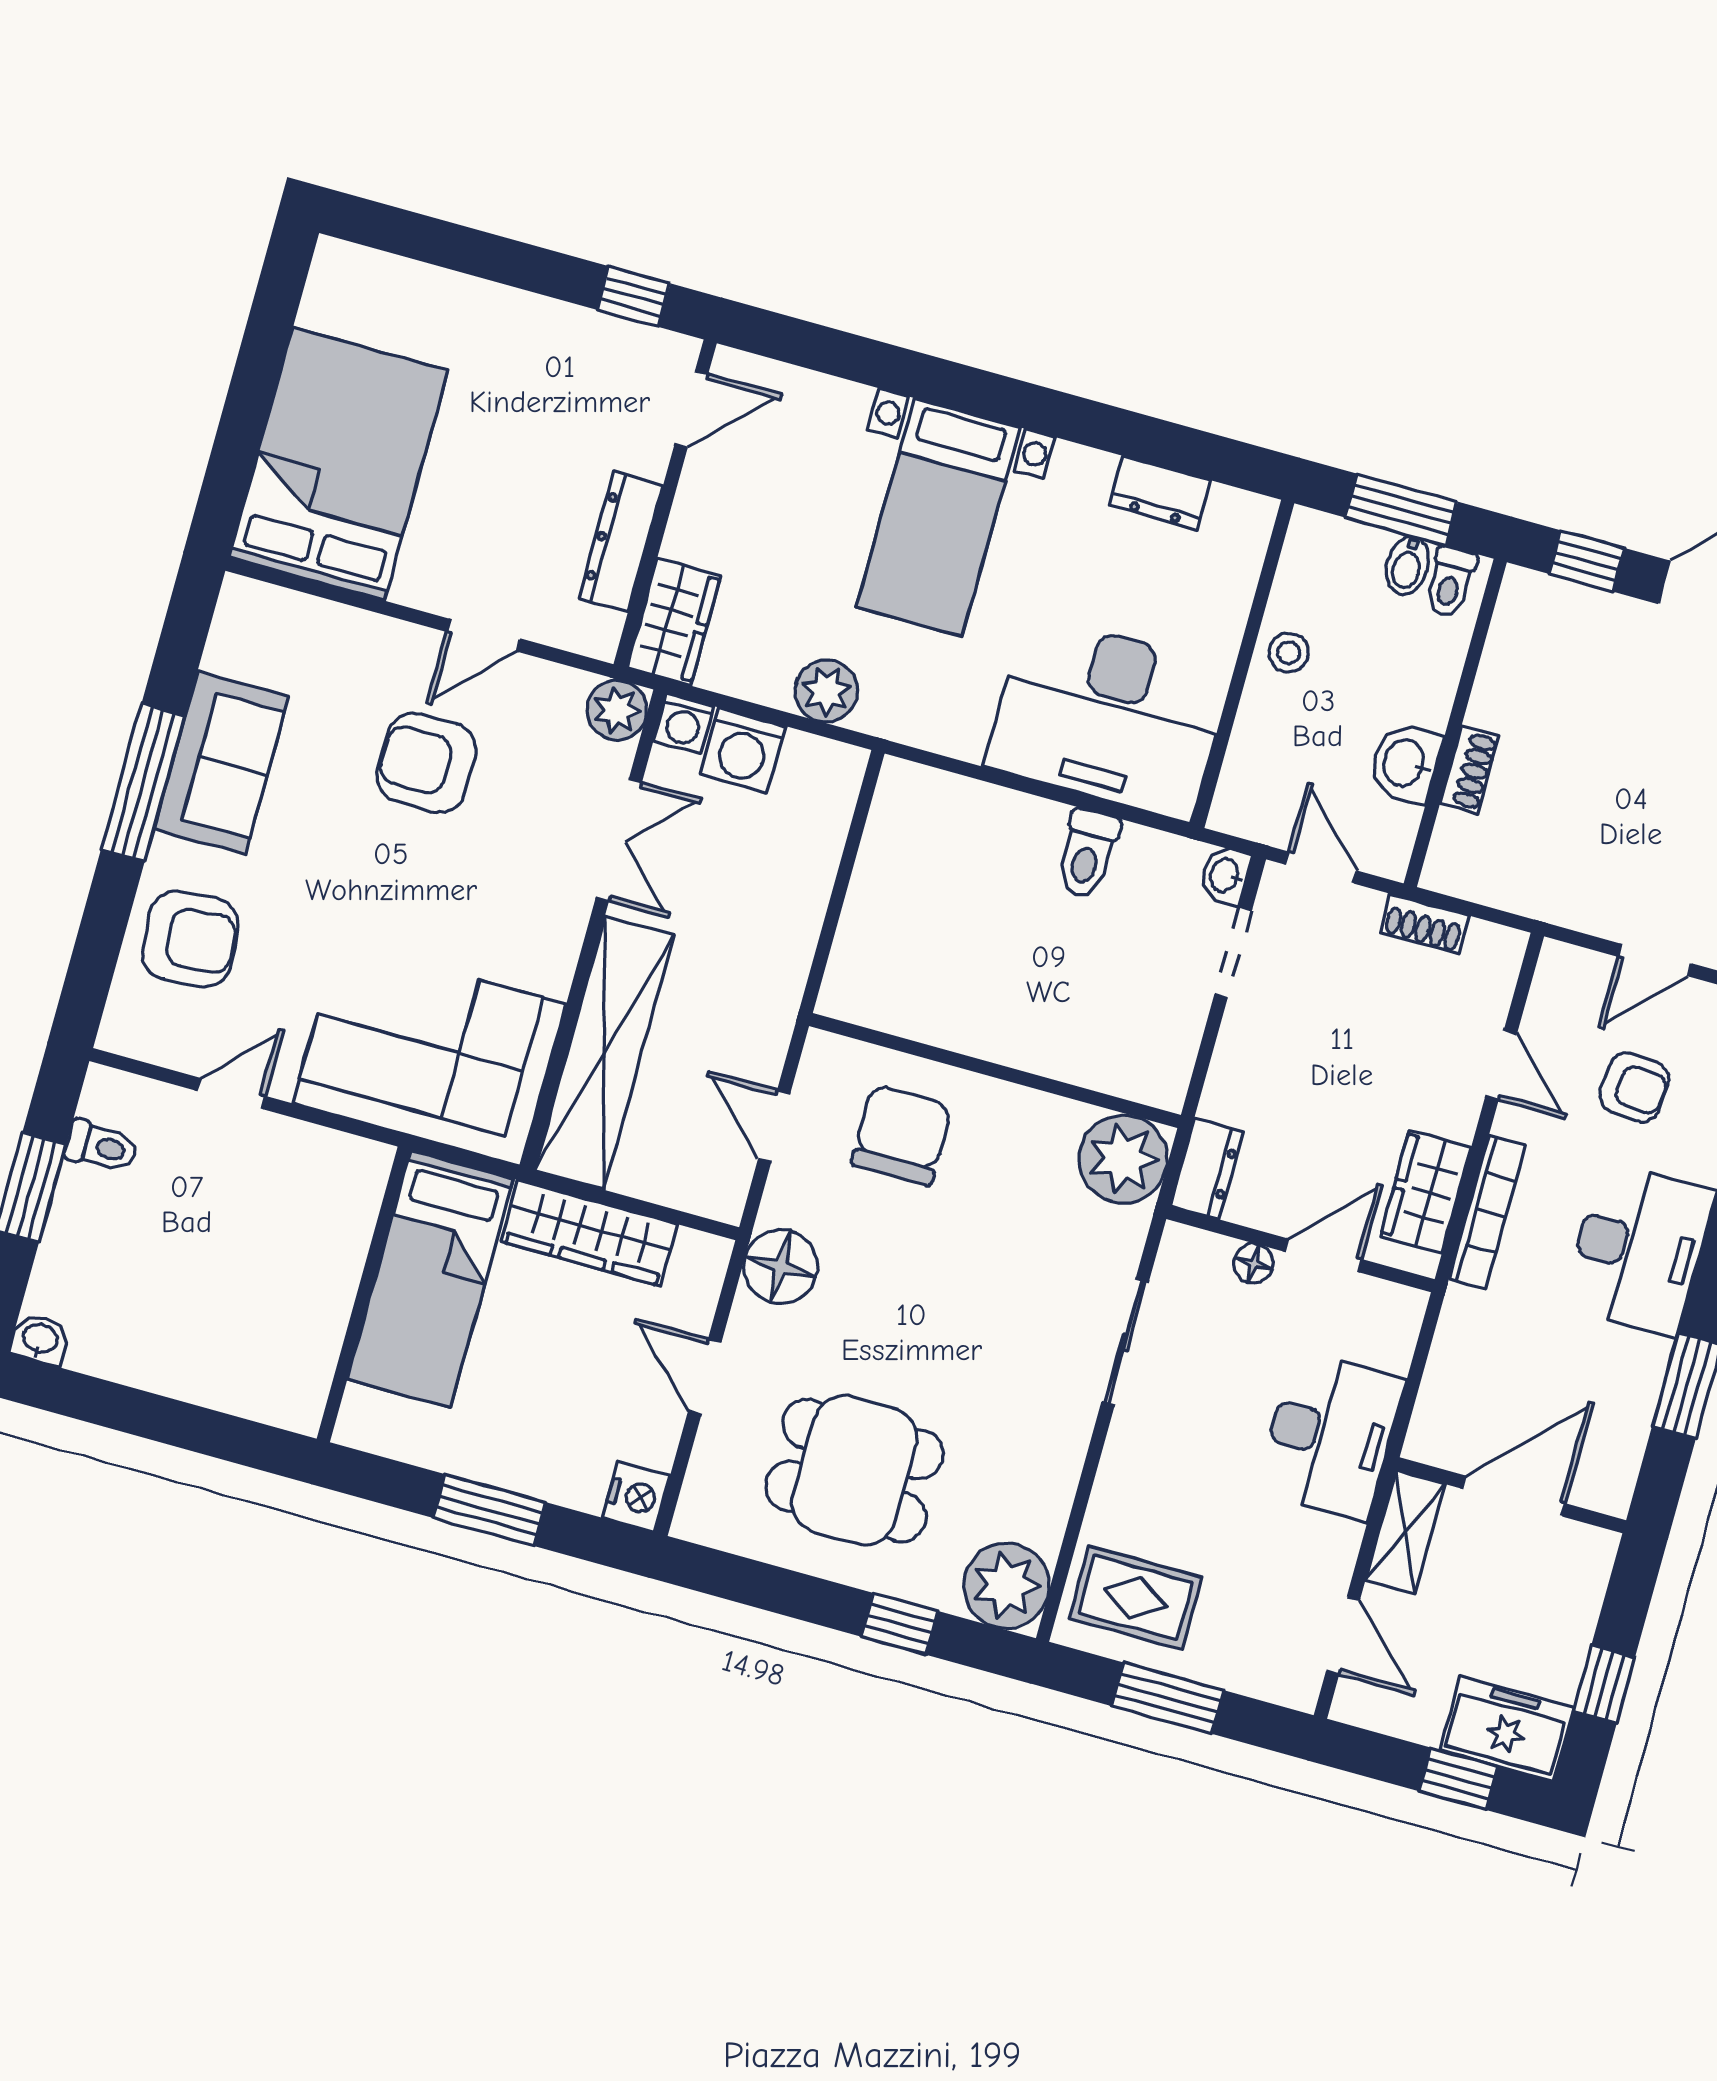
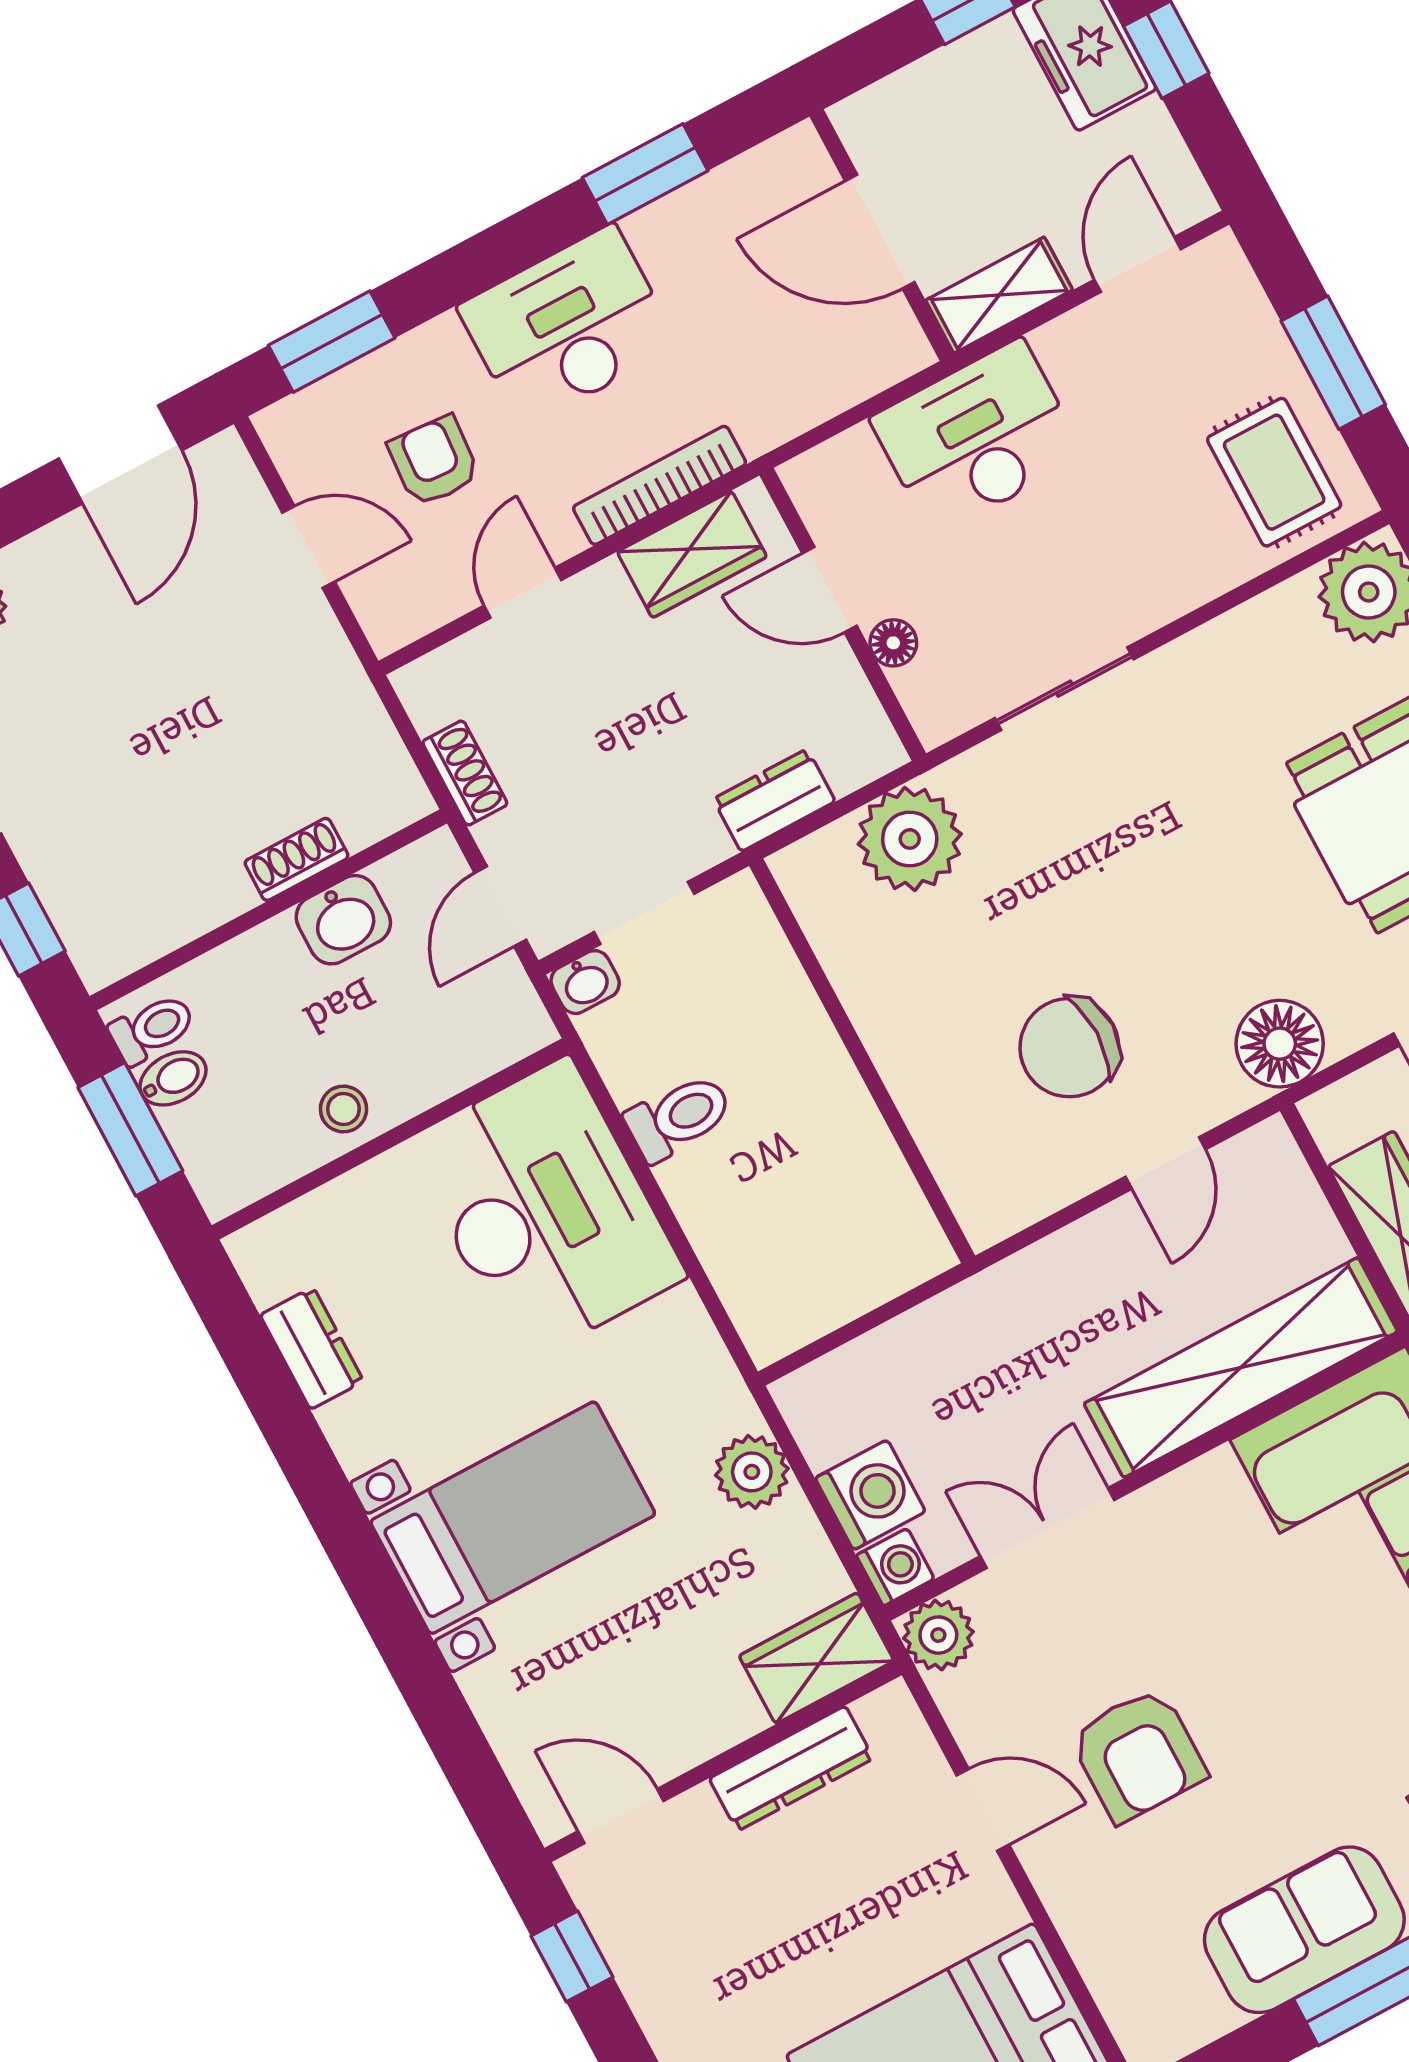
wall: (995, 1071) -> (862, 1061), moved
dresser: (1207, 1169) -> (774, 800), moved

